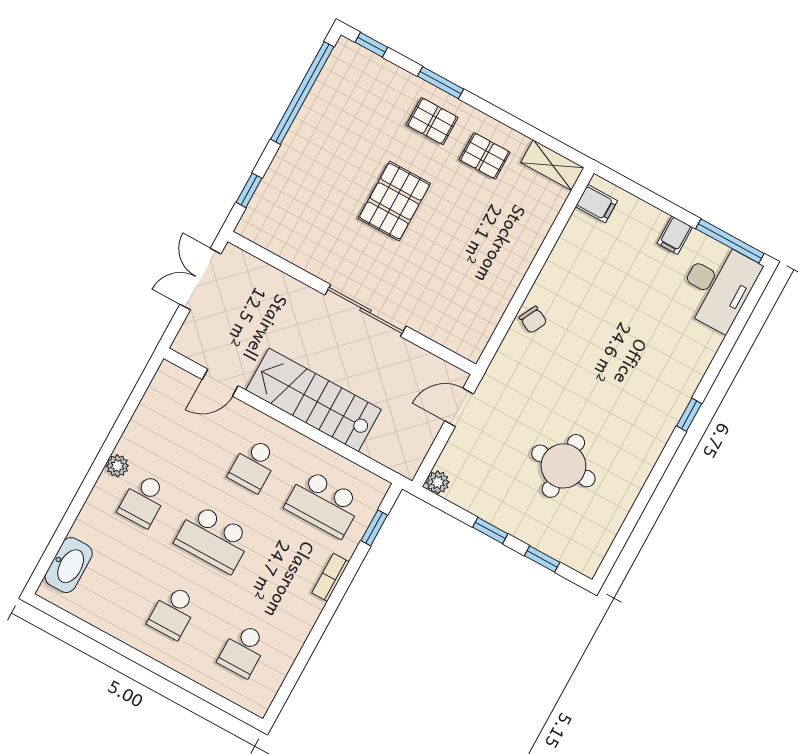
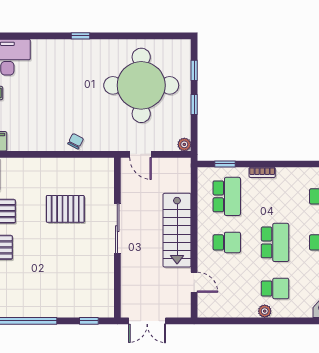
pallet: (394, 201) -> (65, 209), moved
round table: (563, 466) -> (141, 85), width x1.86, depth x1.86

